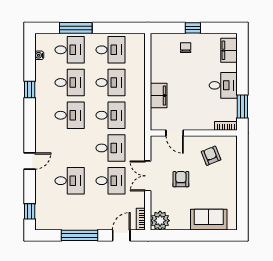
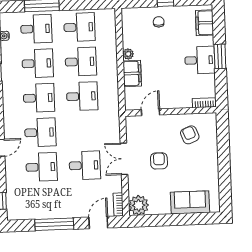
plant: (156, 77) -> (128, 54), added
window: (242, 107) -> (220, 56), moved
door: (175, 133) -> (150, 112), swing flipped
desk: (111, 148) -> (40, 132), moved

